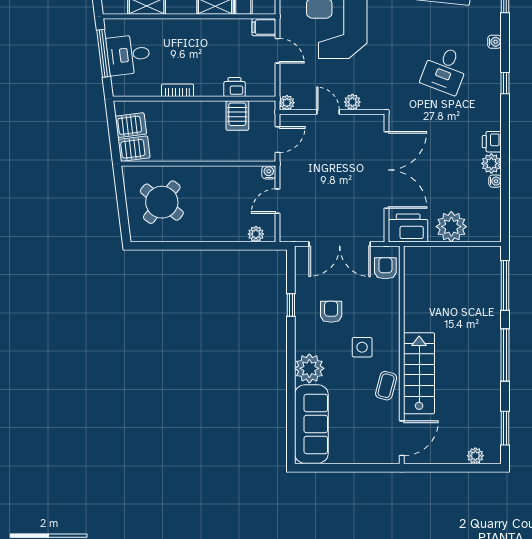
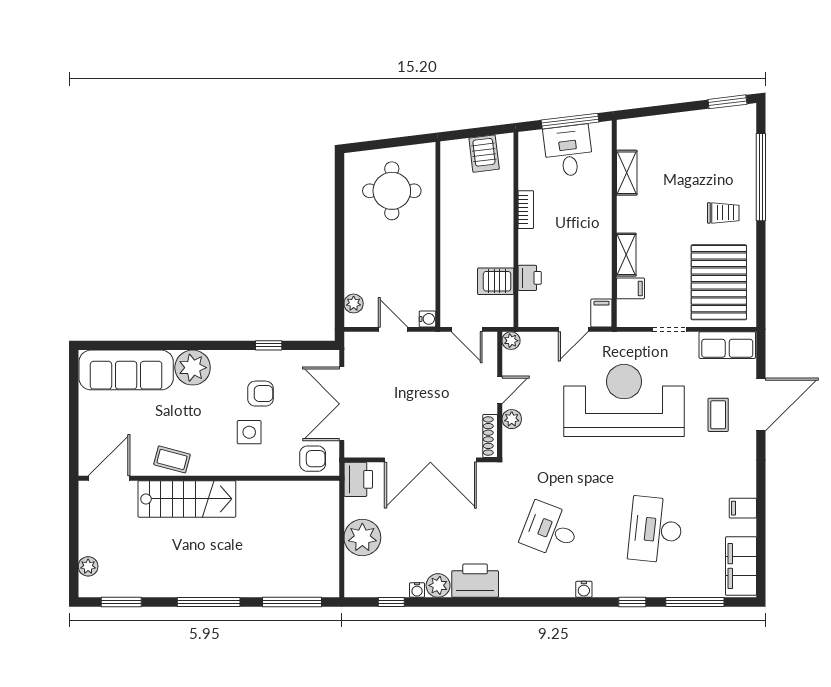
window: (505, 83) -> (391, 602), moved
shoe rack: (367, 120) -> (490, 436), added
printer: (492, 142) -> (475, 581), width x1.87, depth x1.48
server rack: (134, 149) -> (456, 157), removed
round table: (162, 202) -> (392, 191), turned -38
printer: (408, 228) -> (358, 479), width x0.73, depth x0.84
side table: (362, 347) -> (249, 432), moved
door: (402, 438) -> (109, 478), swing flipped

